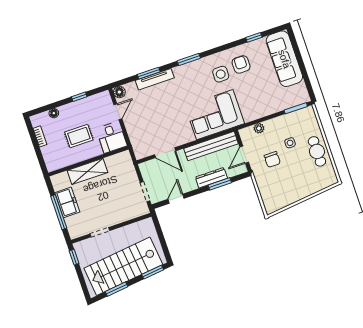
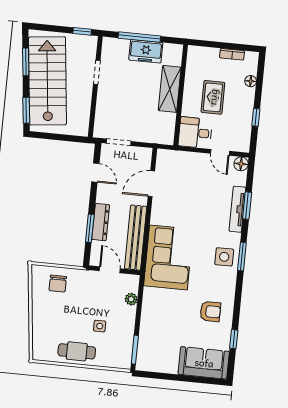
sofa: (284, 59) -> (204, 363), width x0.73
side table: (221, 74) -> (224, 257), moved
chair: (272, 159) -> (58, 284), moved, turned -90

